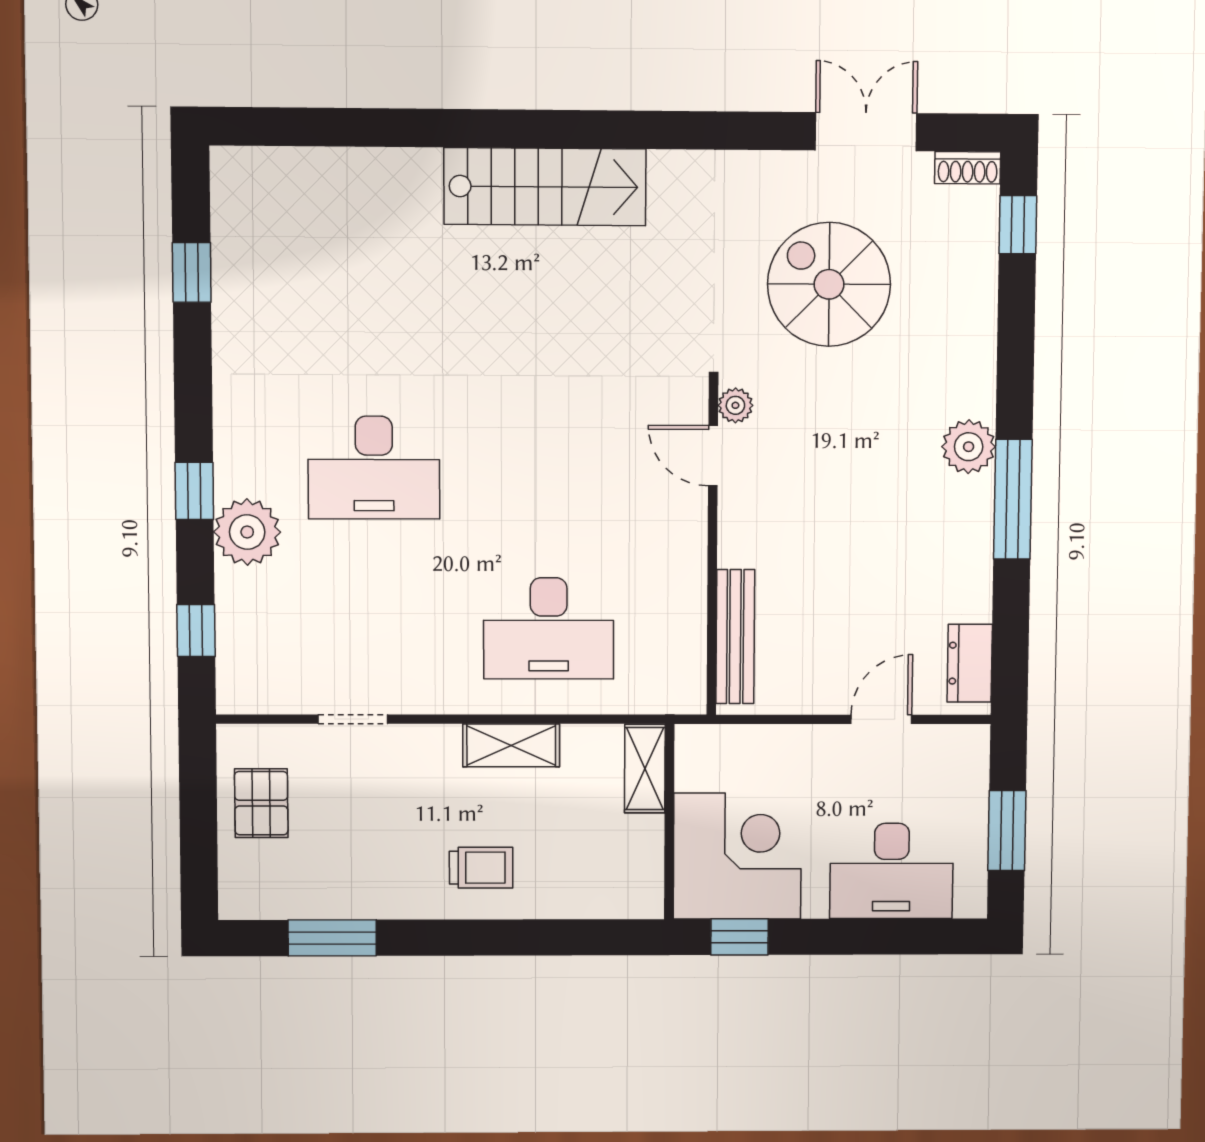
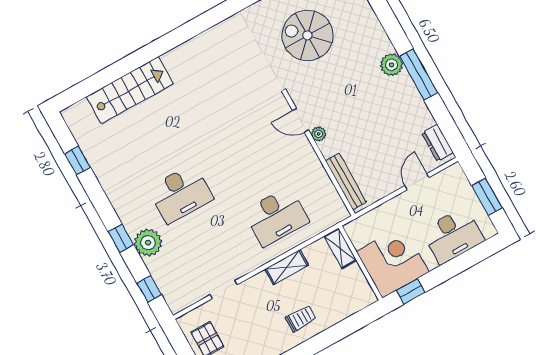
stairs: (545, 187) -> (130, 90), moved
plant: (735, 405) -> (319, 134), moved

